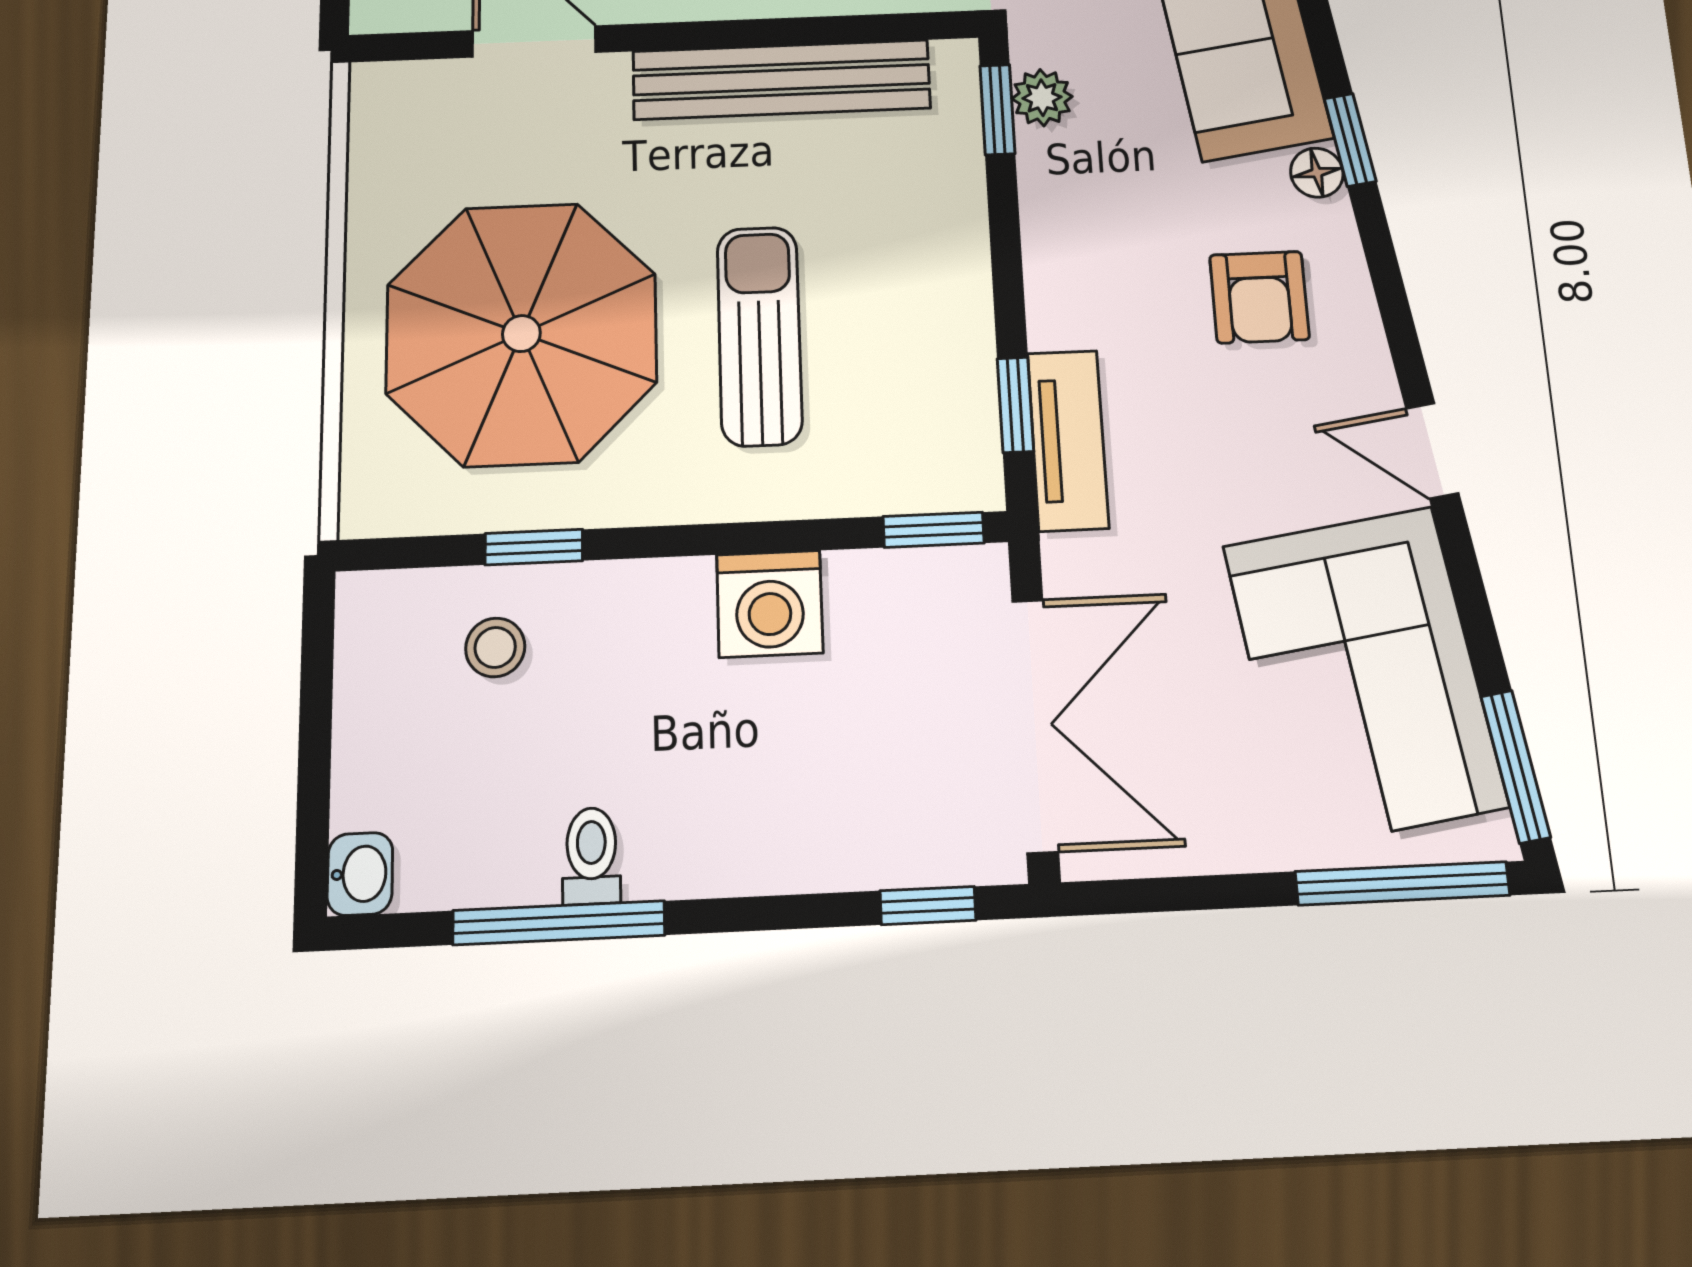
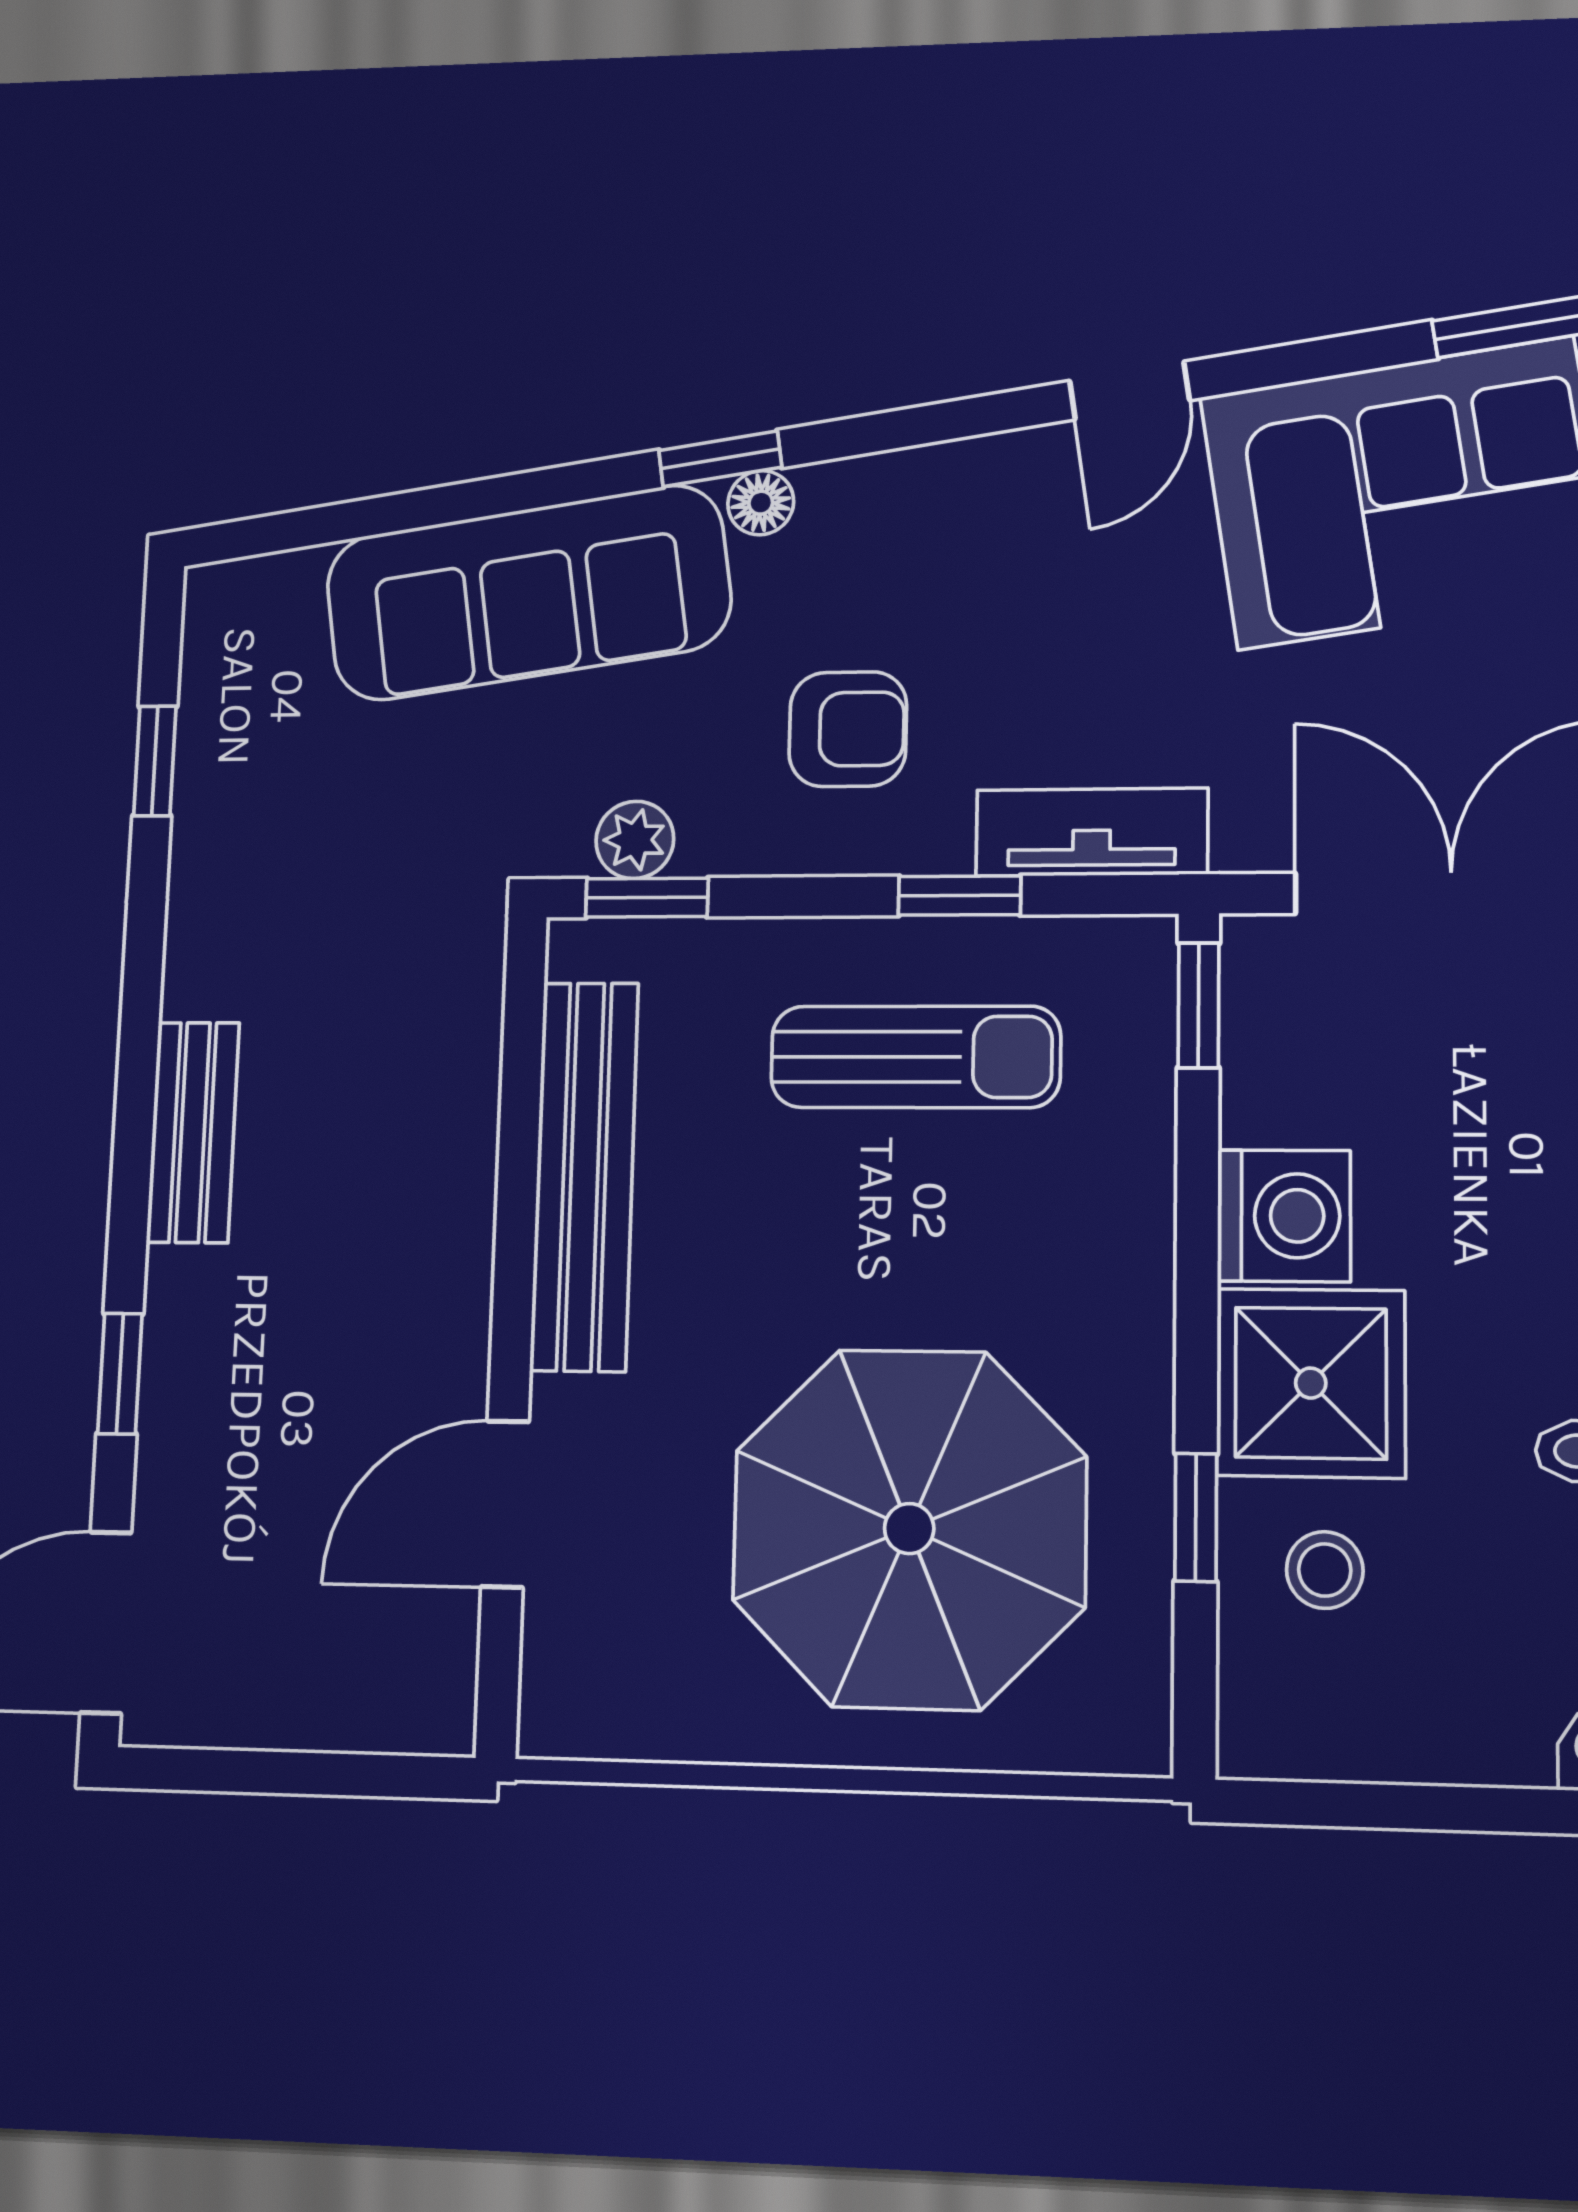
armchair: (1259, 297) -> (848, 729), moved
sun lounger: (759, 336) -> (915, 1057), moved, turned 180
window: (1015, 405) -> (960, 896), moved
shower: (639, 630) -> (1311, 1383), added

